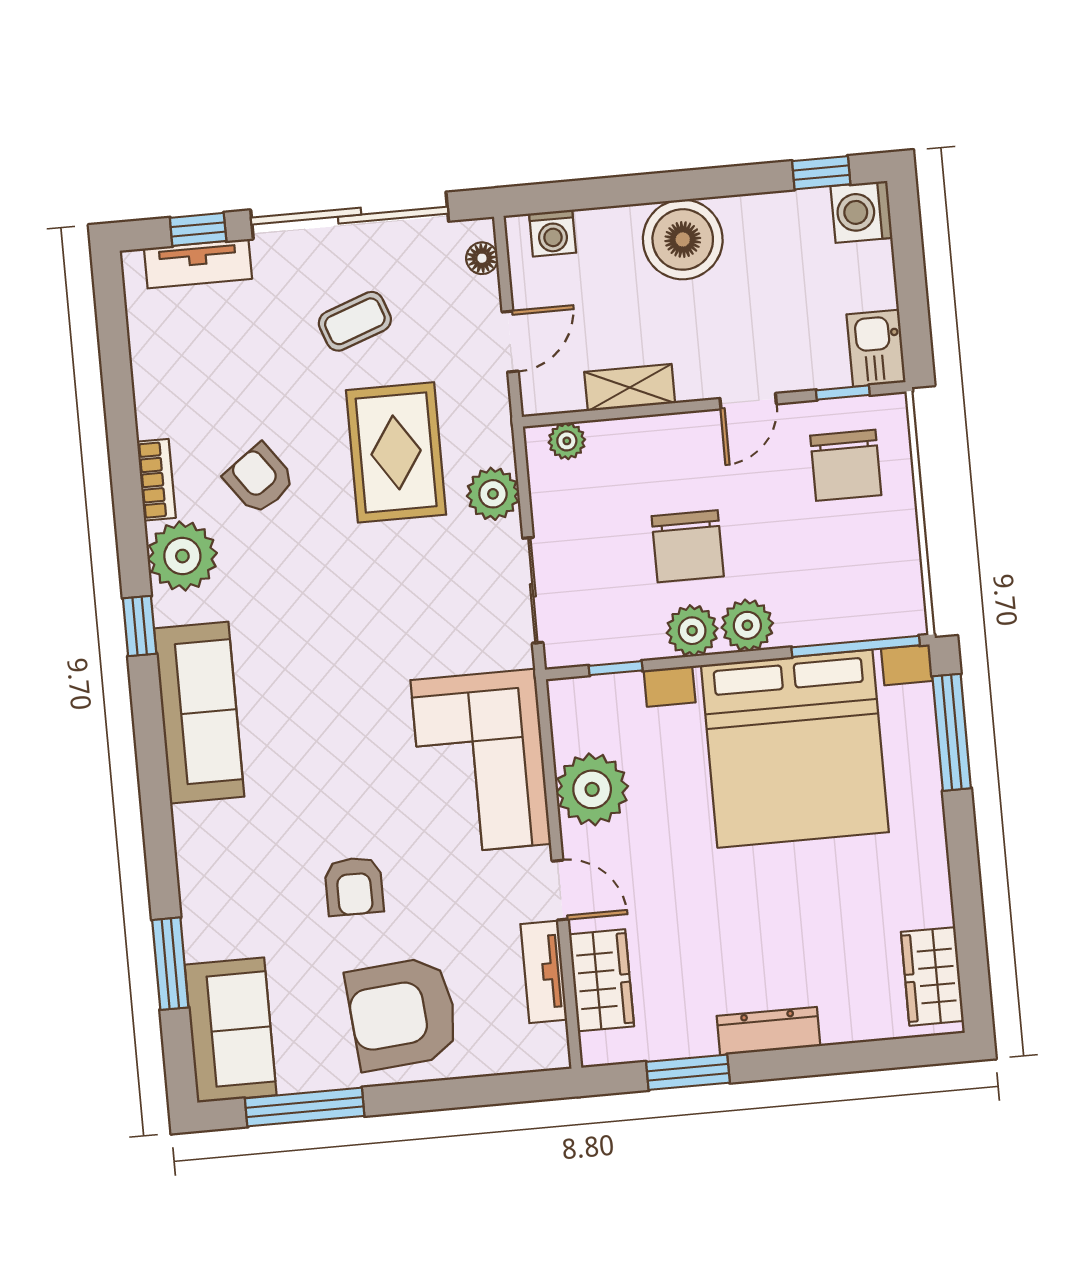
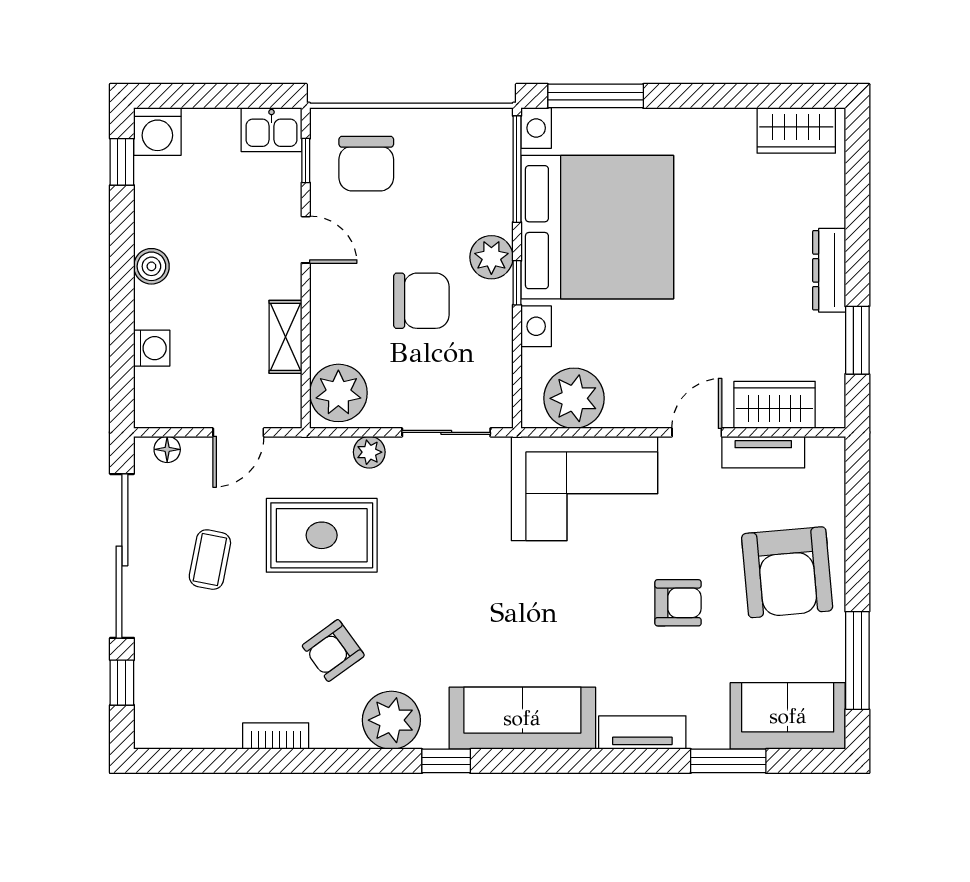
washing machine: (553, 233) -> (152, 348), moved
boiler: (683, 239) -> (151, 266), width x0.54, depth x0.54
tv unit: (198, 264) -> (642, 733), moved, turned -90
coffee table: (355, 321) -> (210, 560), turned 31
door: (510, 342) -> (238, 432), swing flipped
plant: (567, 441) -> (338, 393), width x1.88, depth x1.88
chair: (846, 465) -> (366, 164), turned 90
bookcase: (156, 480) -> (276, 736), moved
plant: (493, 494) -> (369, 452), width x0.73, depth x0.73
plant: (692, 631) -> (492, 303), removed
window: (616, 668) -> (517, 283), moved
plant: (592, 789) -> (574, 398), moved

